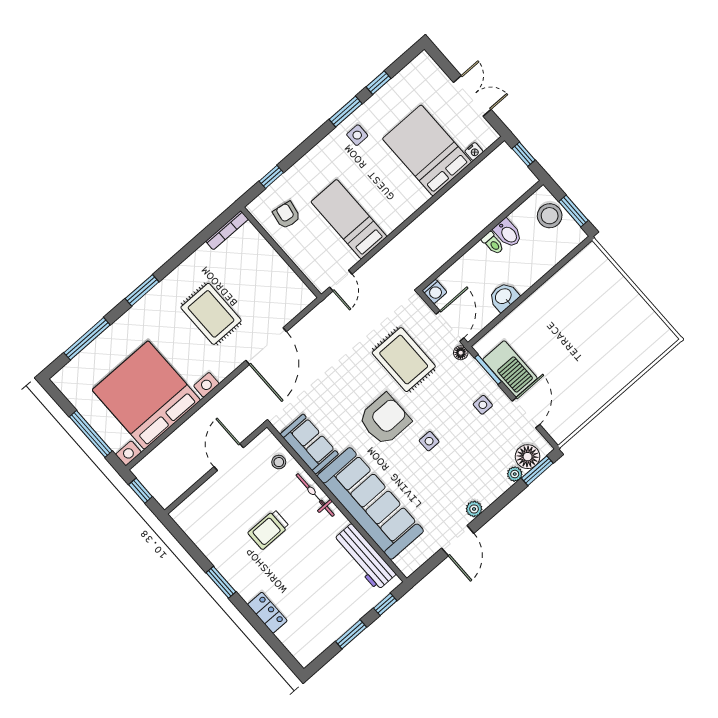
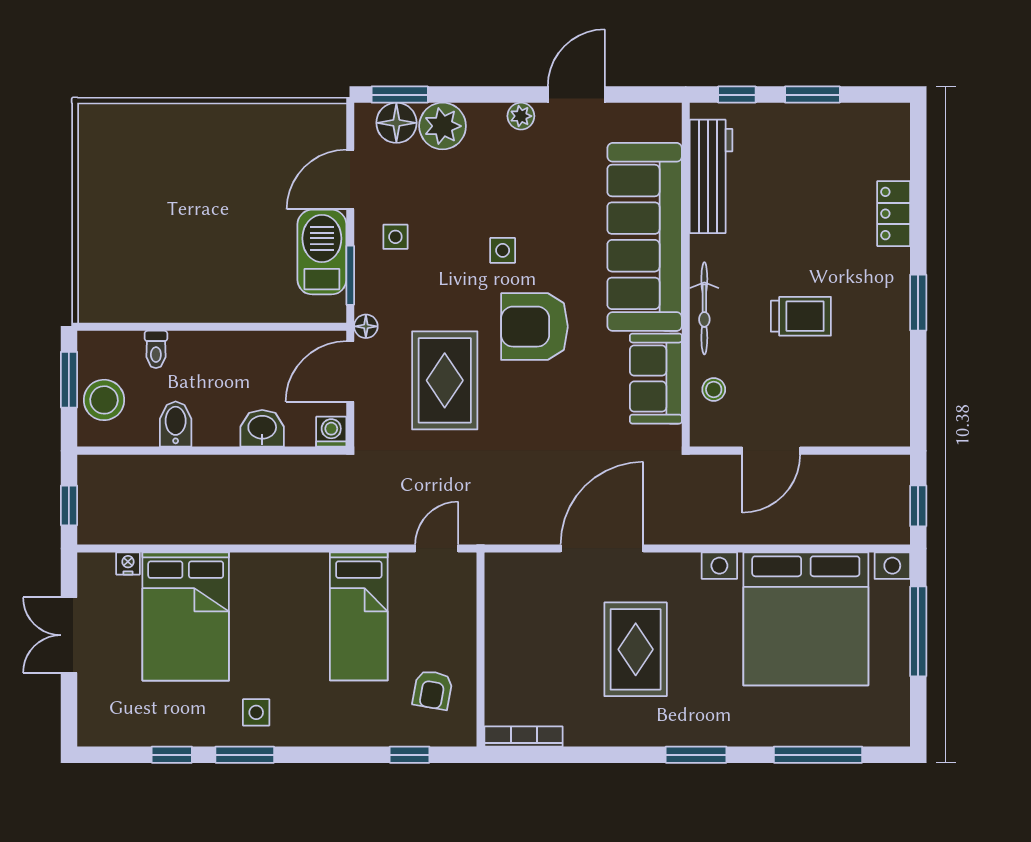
toilet: (493, 243) -> (156, 349), moved, turned 180
washbasin: (504, 297) -> (262, 428), moved, turned 180
plant: (515, 474) -> (443, 126), width x1.87, depth x1.87

